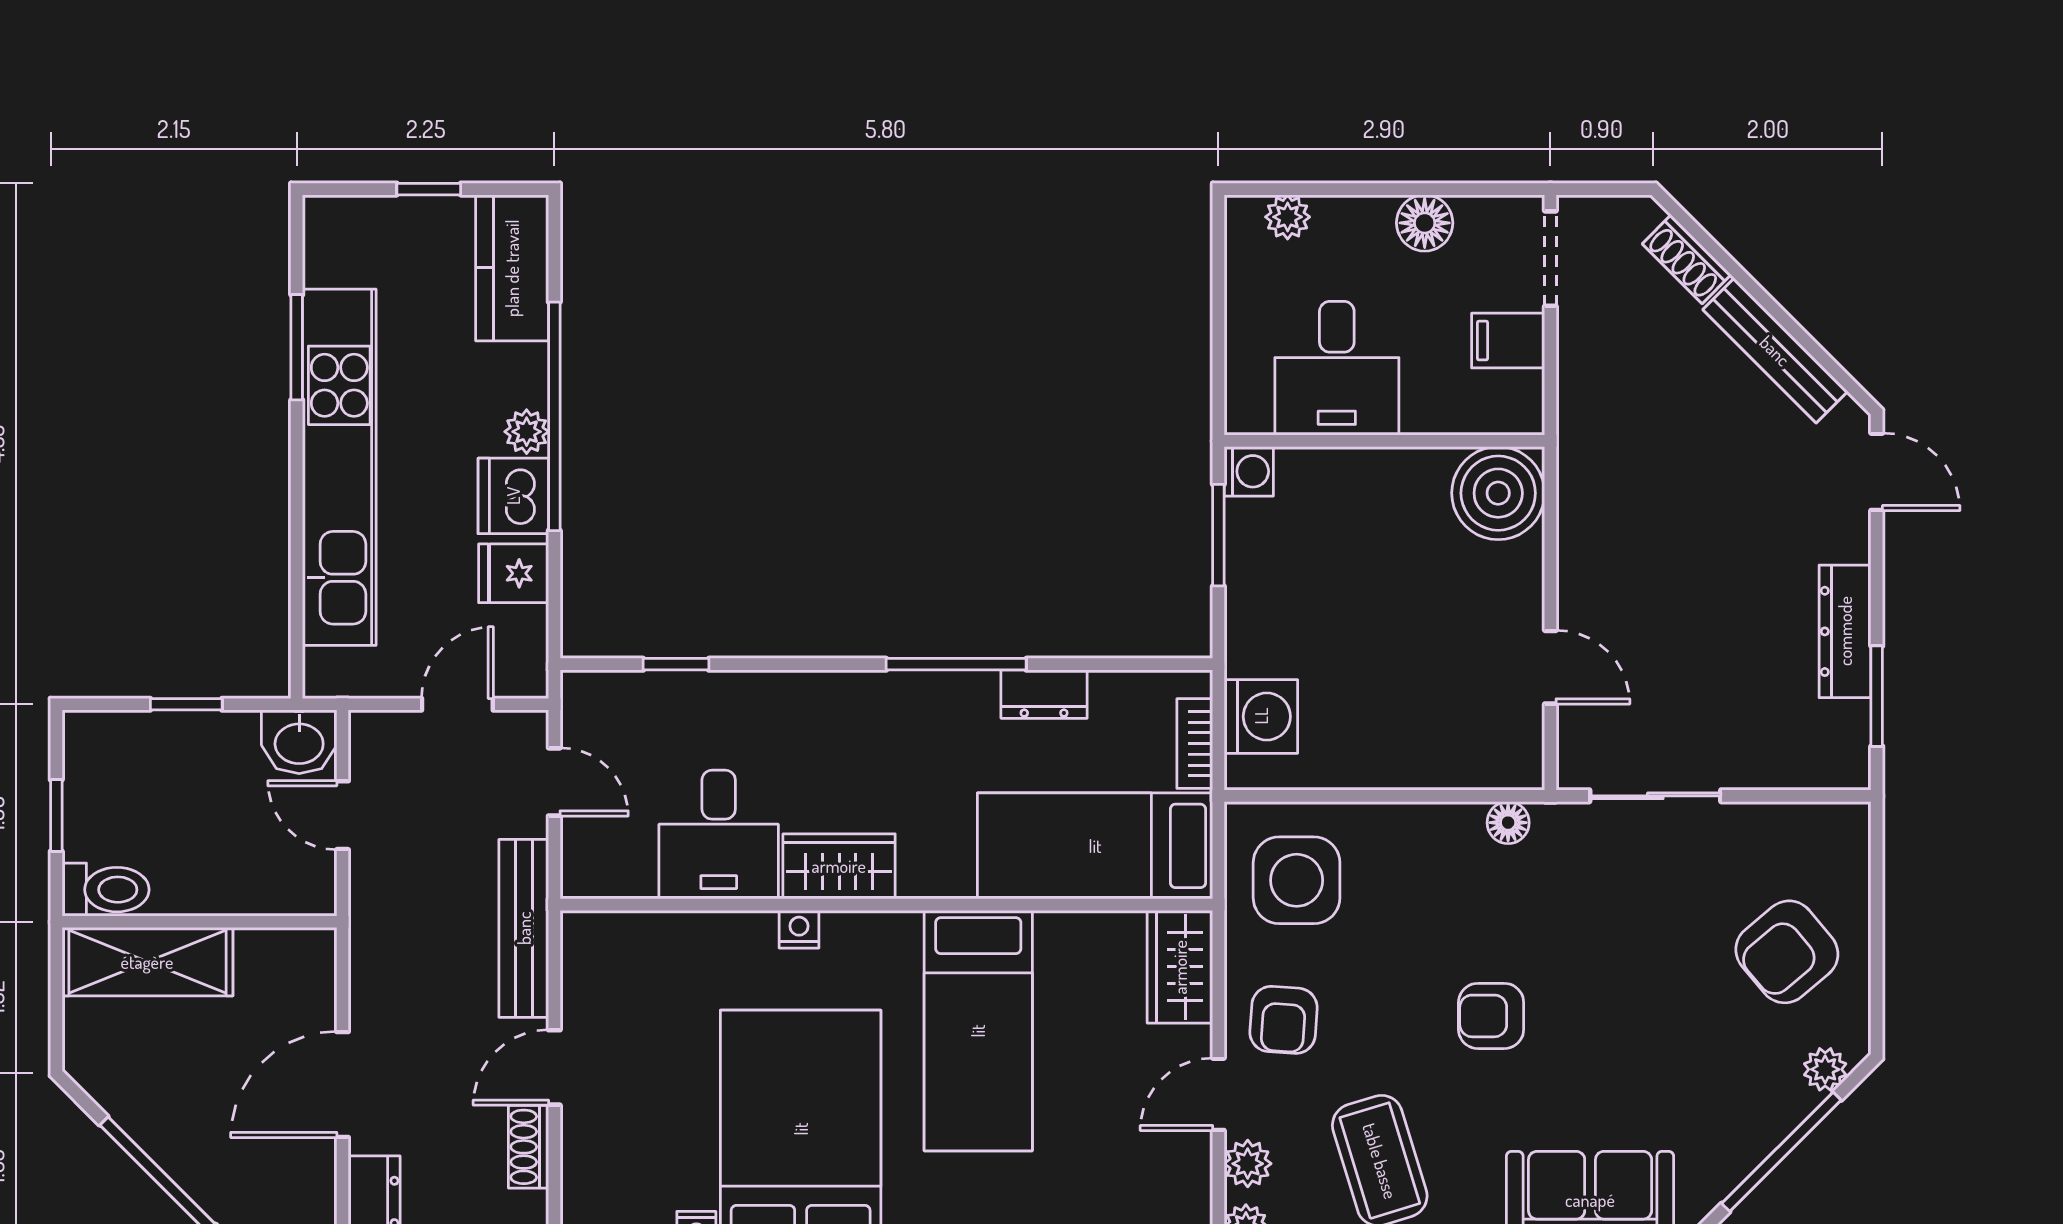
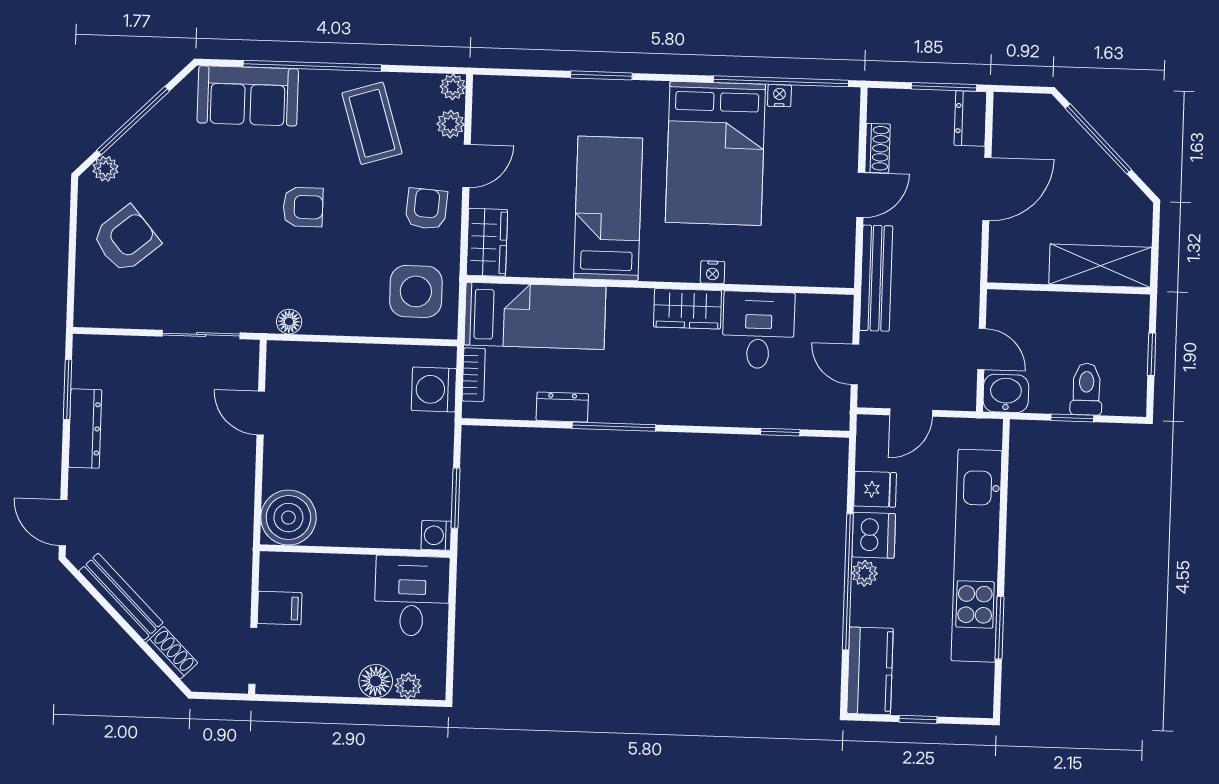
floor lamp: (1425, 223) -> (376, 681), moved
desk: (1337, 368) -> (412, 596), moved
toilet: (106, 890) -> (1086, 389), moved, turned 90

